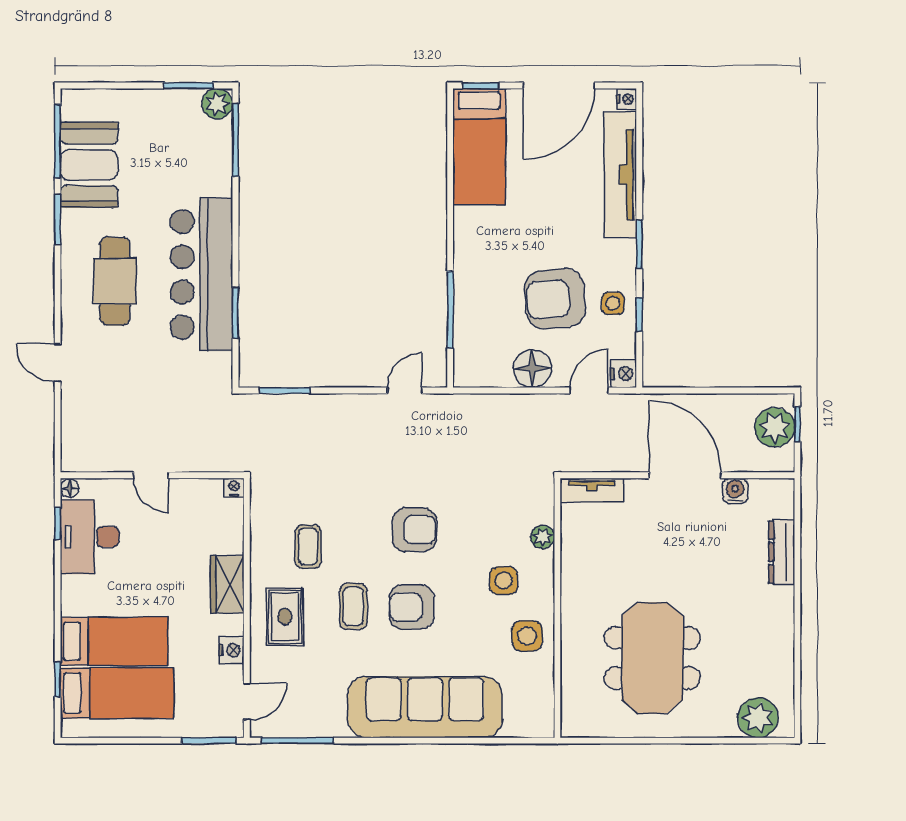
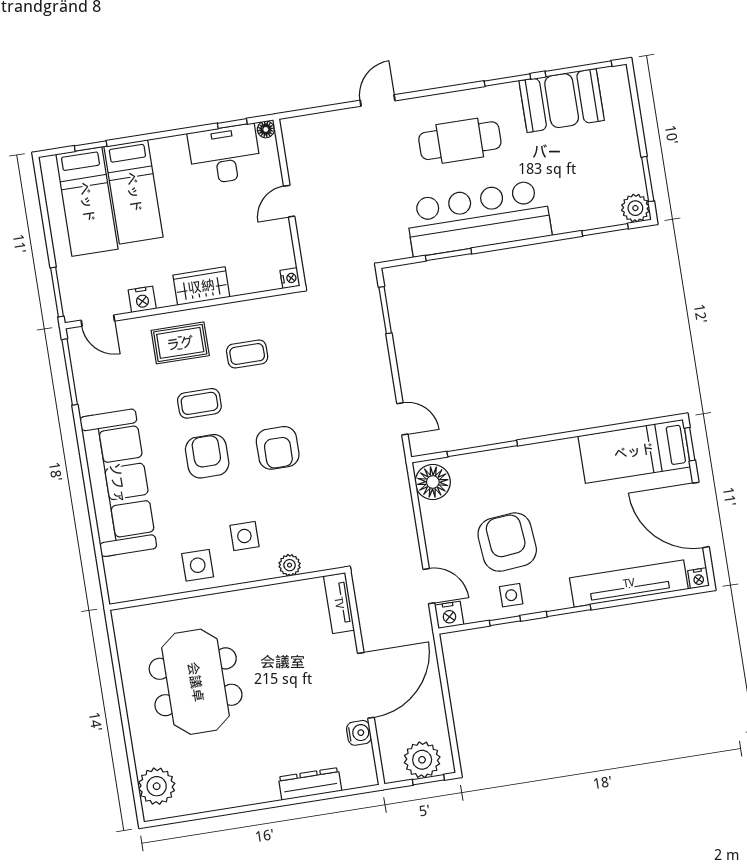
window: (235, 140) -> (605, 230), width x0.69
floor lamp: (532, 369) -> (433, 482), moved
meeting table: (652, 658) -> (196, 682), turned 90

